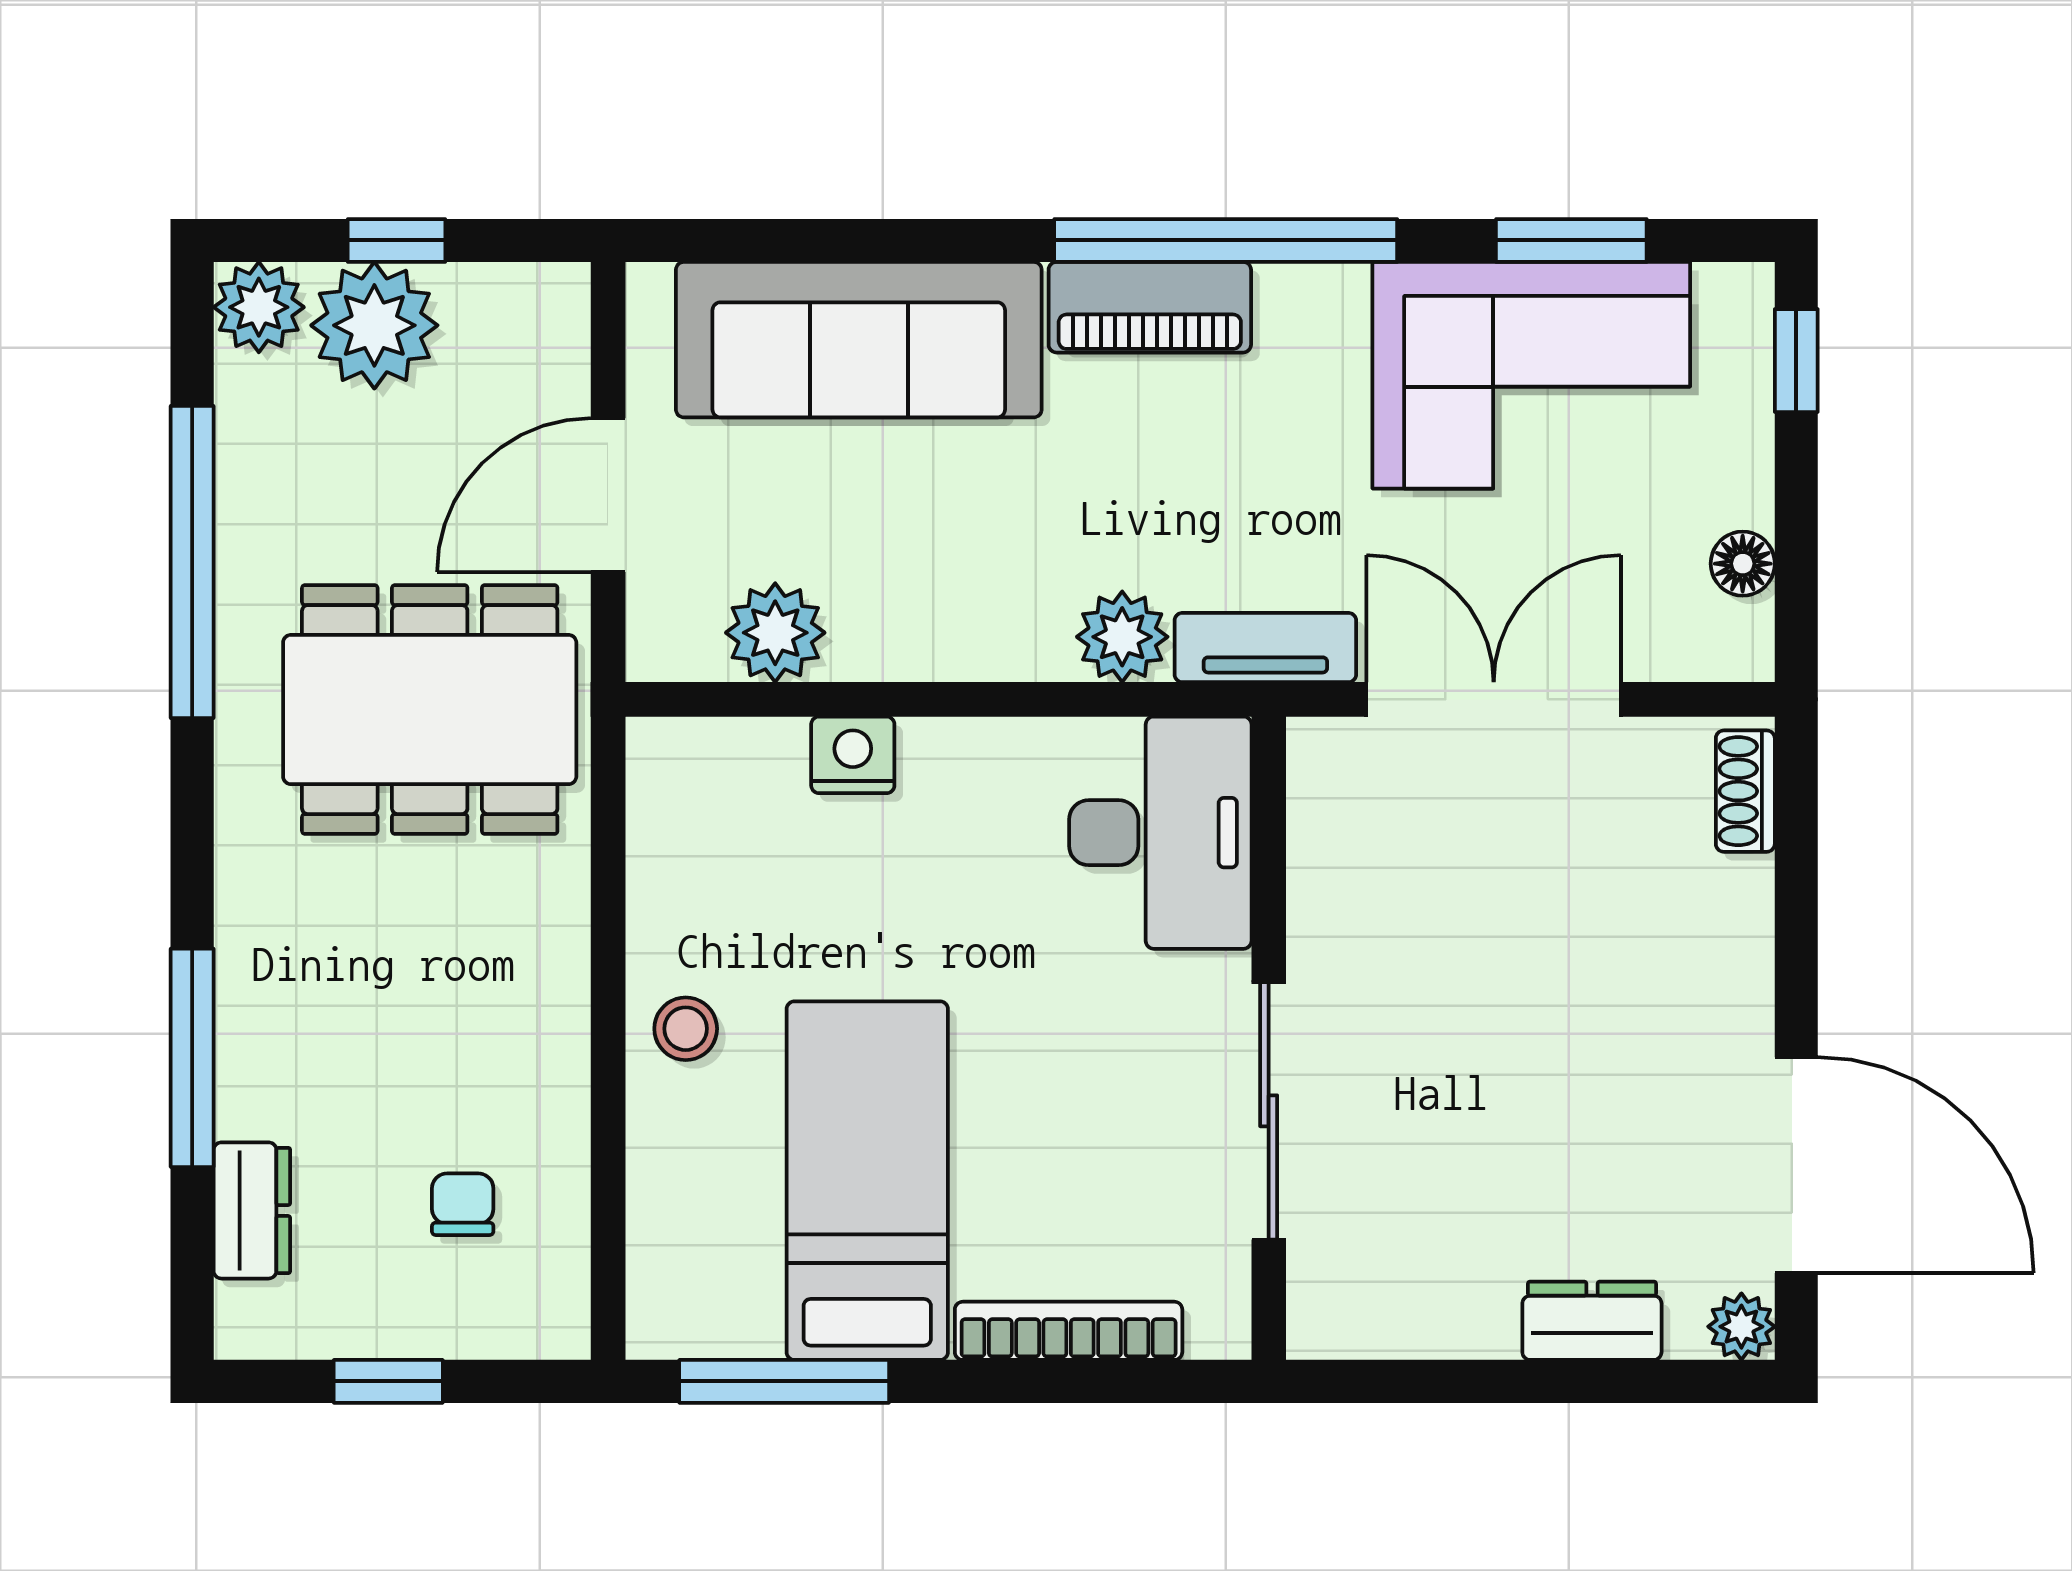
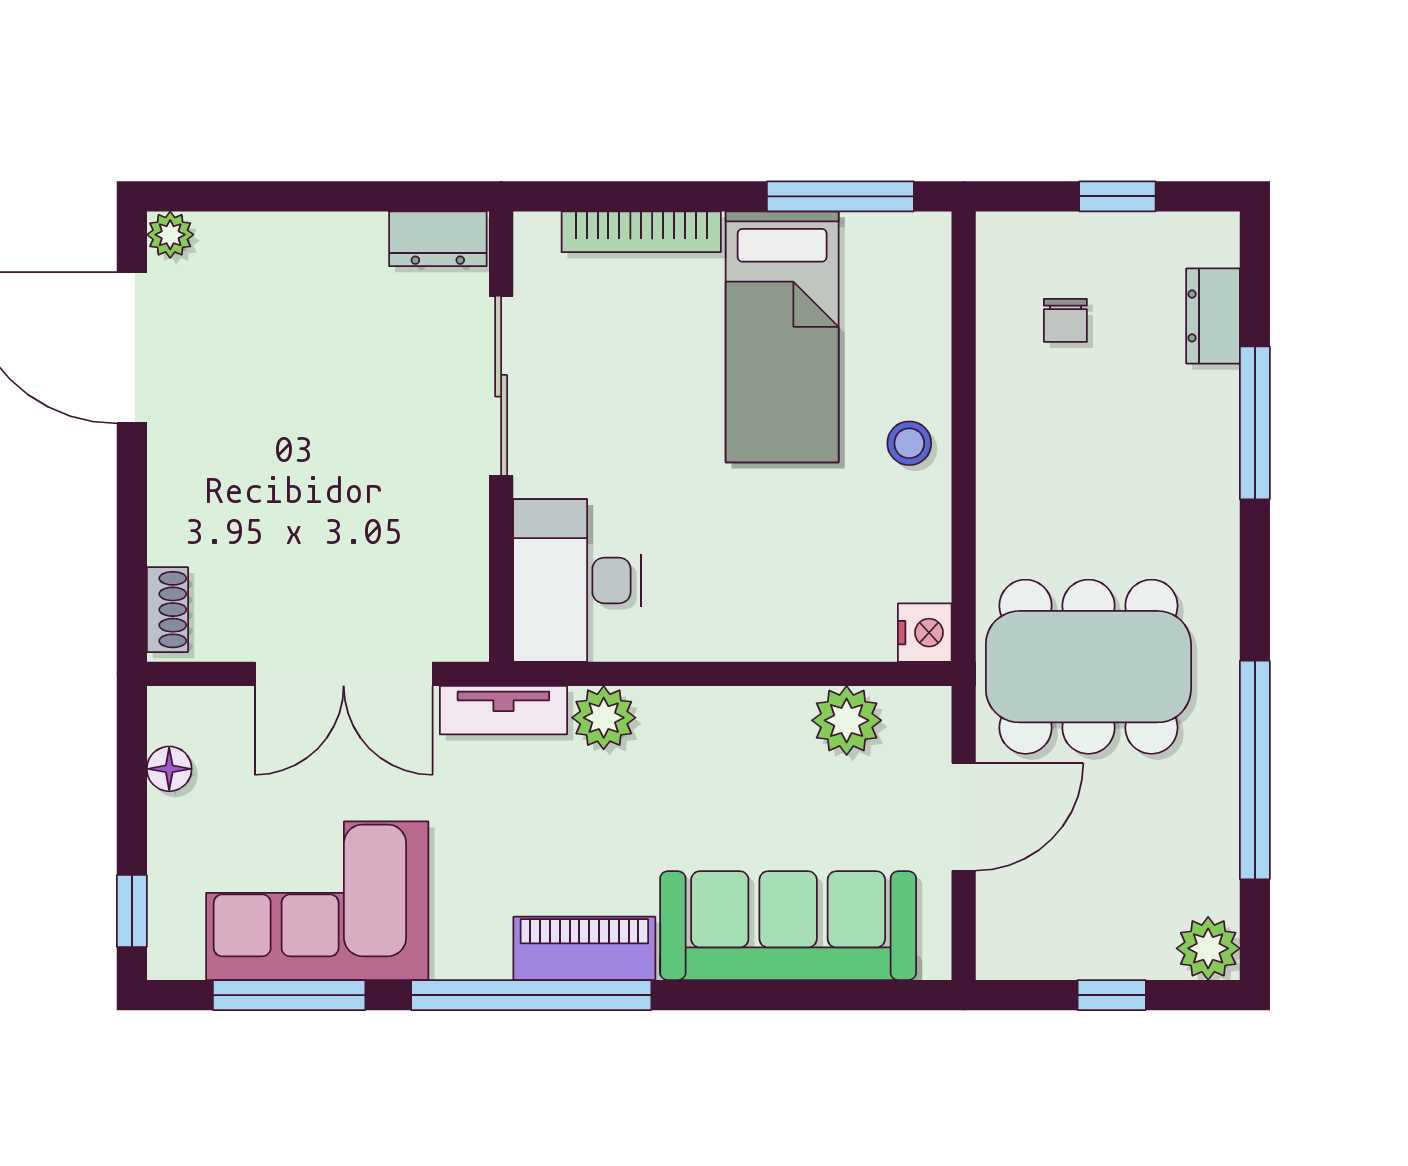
window: (1571, 240) -> (289, 995), width x1.44
plant: (374, 325) -> (1127, 936), removed
nightstand: (853, 755) -> (925, 633), moved, turned -90
dresser: (1592, 1321) -> (438, 239), moved

